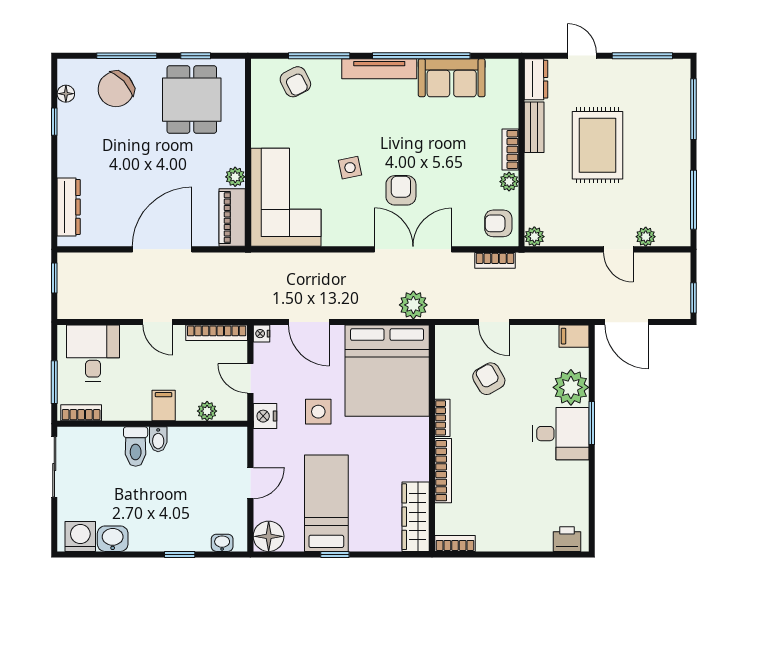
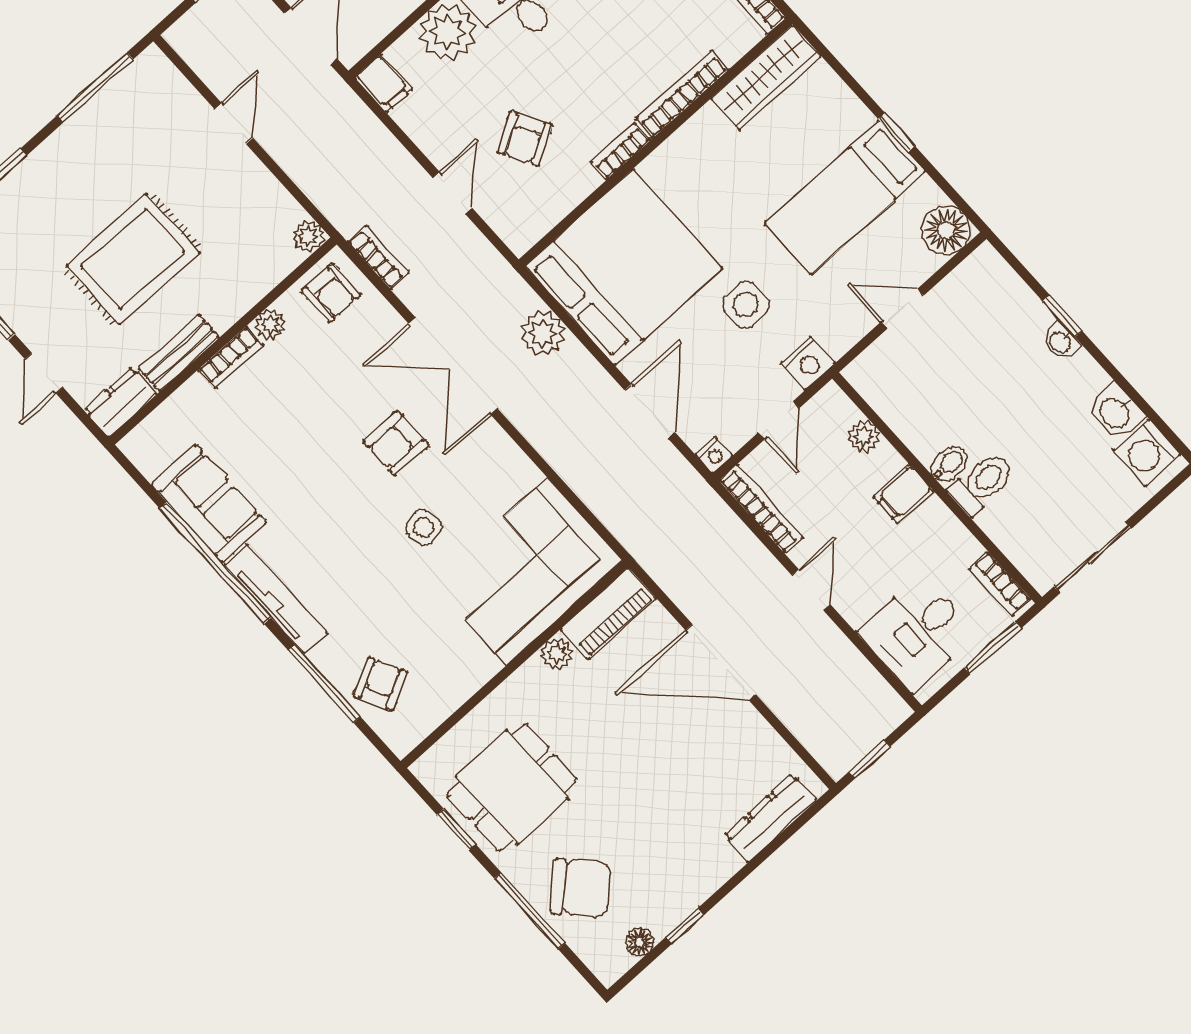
plant: (646, 237) -> (190, 105), removed
plant: (413, 305) -> (543, 333), moved
washbasin: (222, 543) -> (1061, 342), moved

